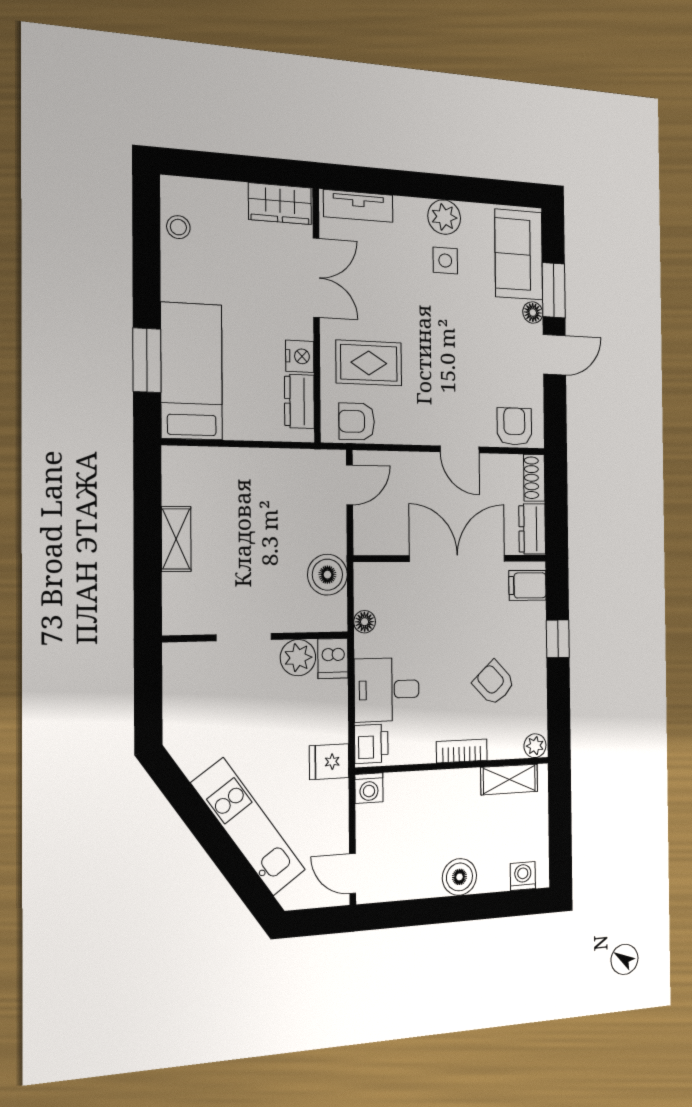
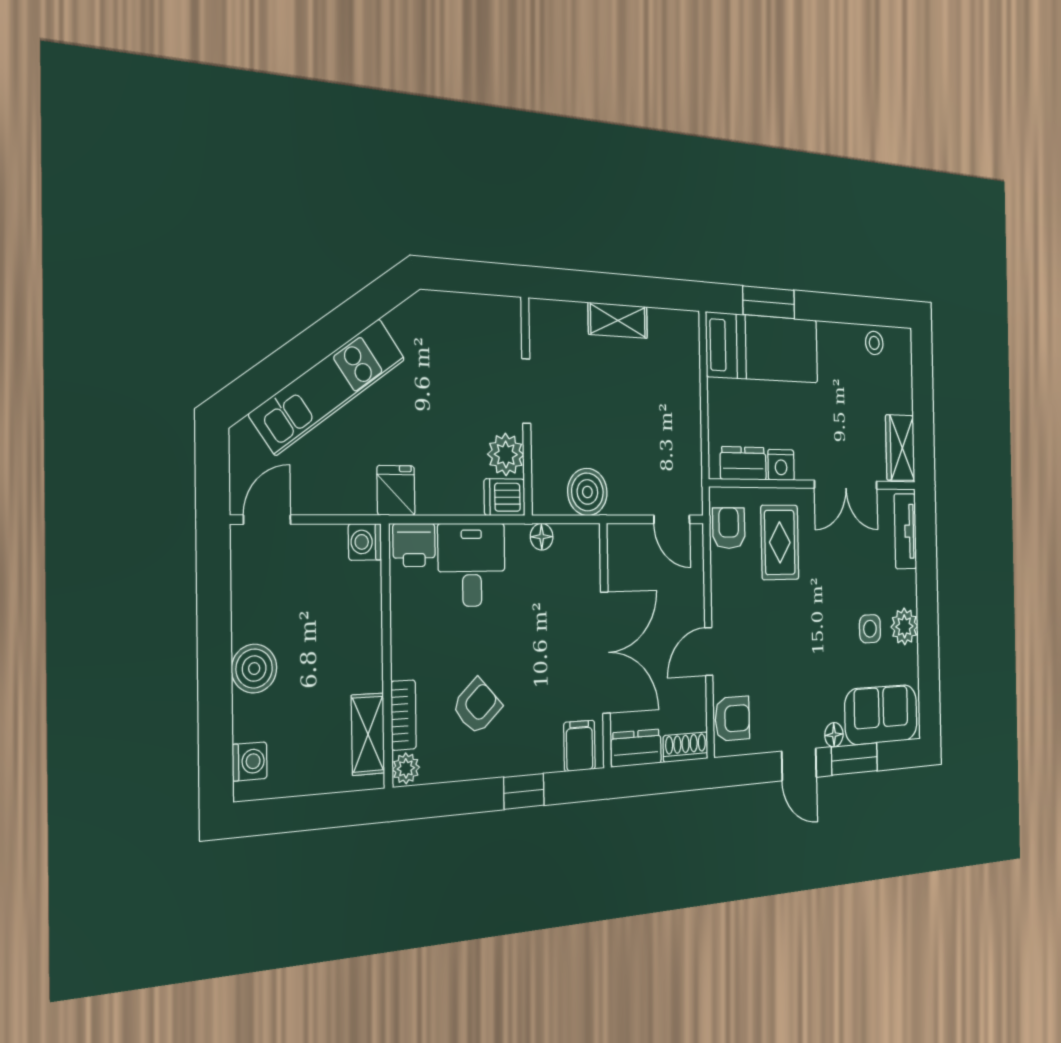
bookcase: (462, 751) -> (404, 715), moved

